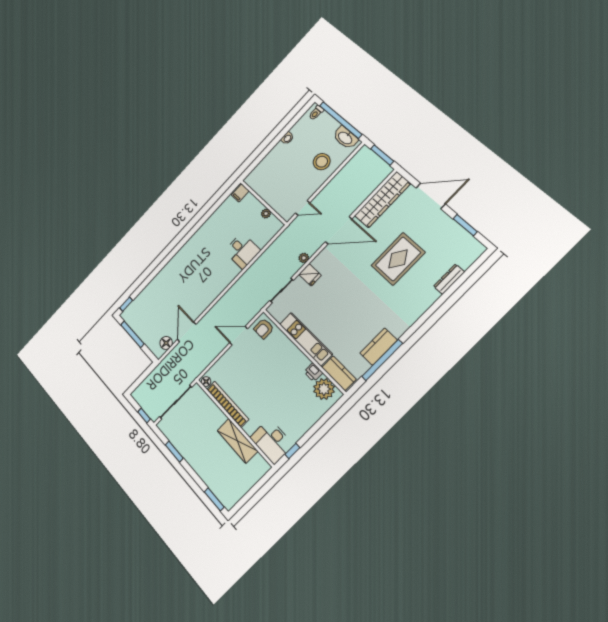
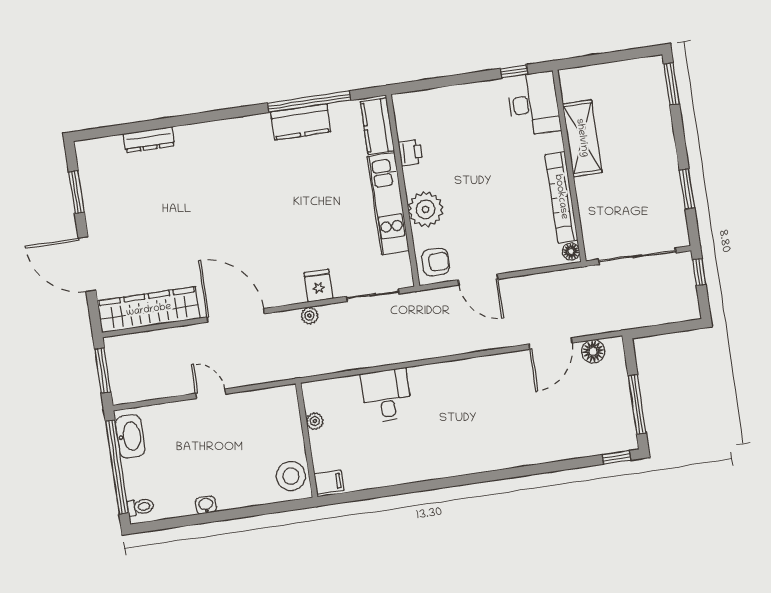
stool: (322, 162) -> (291, 476), moved
door: (303, 208) -> (211, 394), moved
rug: (398, 259) -> (190, 215), removed
plant: (324, 389) -> (426, 209), moved

